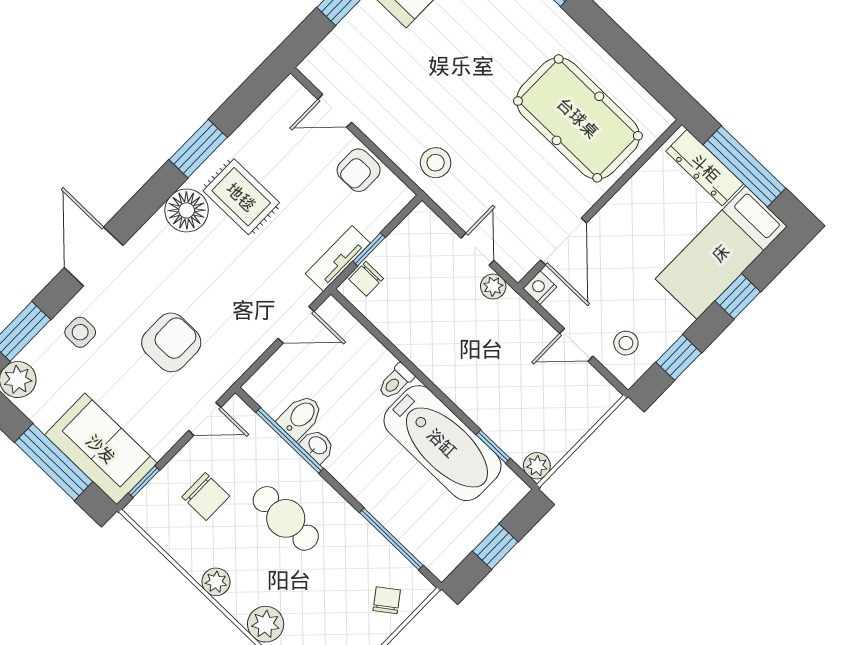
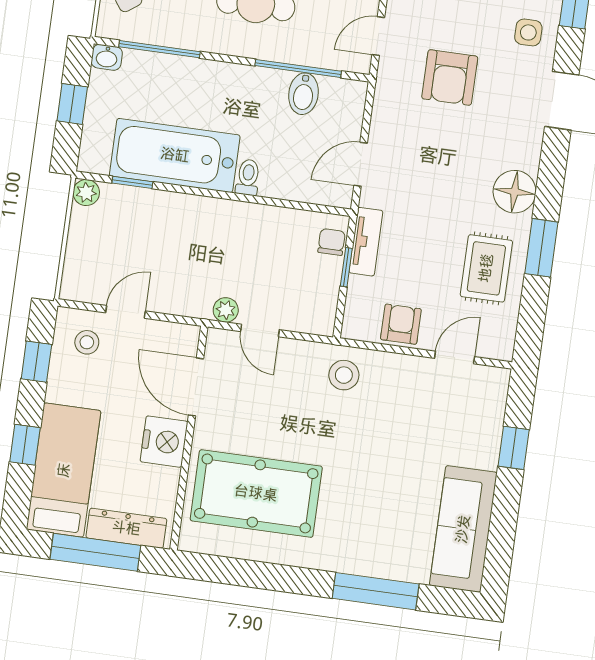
rug: (241, 197) -> (486, 268), moved, turned 90
nightstand: (540, 288) -> (164, 442), moved, width x1.89, depth x1.79
washbasin: (317, 446) -> (107, 57), moved

